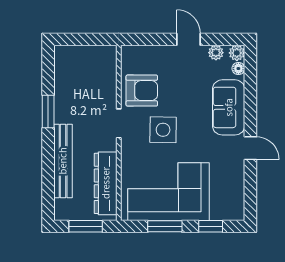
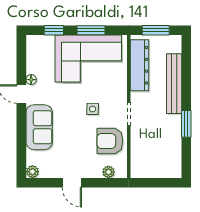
plant: (216, 53) -> (108, 172), moved
floor lamp: (238, 69) -> (31, 80), moved
side table: (163, 130) -> (93, 109), width x0.54, depth x0.54

